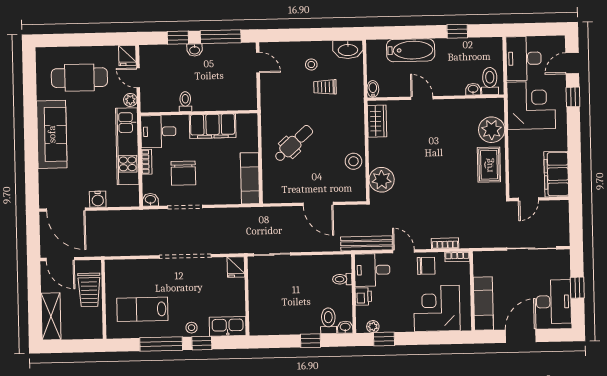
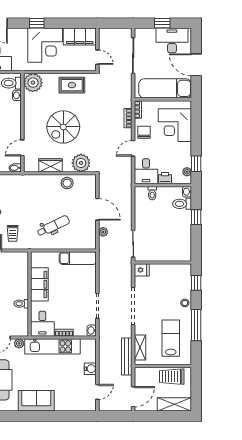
trolley: (325, 87) -> (13, 233), moved
window: (573, 97) -> (37, 23), moved
door: (422, 98) -> (22, 148), moved
corner desk: (531, 105) -> (45, 45), moved, turned 180
wardrobe: (377, 121) -> (50, 165), moved
plant: (492, 130) -> (33, 83), moved
sofa: (52, 134) -> (36, 401), width x0.73
dental chair: (294, 143) -> (53, 226), turned 106
spiral stairs: (431, 154) -> (63, 127), added
chair: (183, 173) -> (73, 306), removed
door: (318, 204) -> (97, 209), hinge flipped
door: (66, 210) -> (97, 392), width x0.53
plant: (287, 213) -> (103, 232), added
bench: (366, 243) -> (127, 357), moved
shelving: (129, 267) -> (140, 348), added
trolley: (89, 290) -> (172, 377), moved, turned 180
exam couch: (483, 303) -> (165, 88), width x1.36, depth x1.45
lab bench: (142, 309) -> (171, 338), turned 180
kitchen sink: (228, 326) -> (184, 277), removed
window: (202, 343) -> (196, 283), moved

